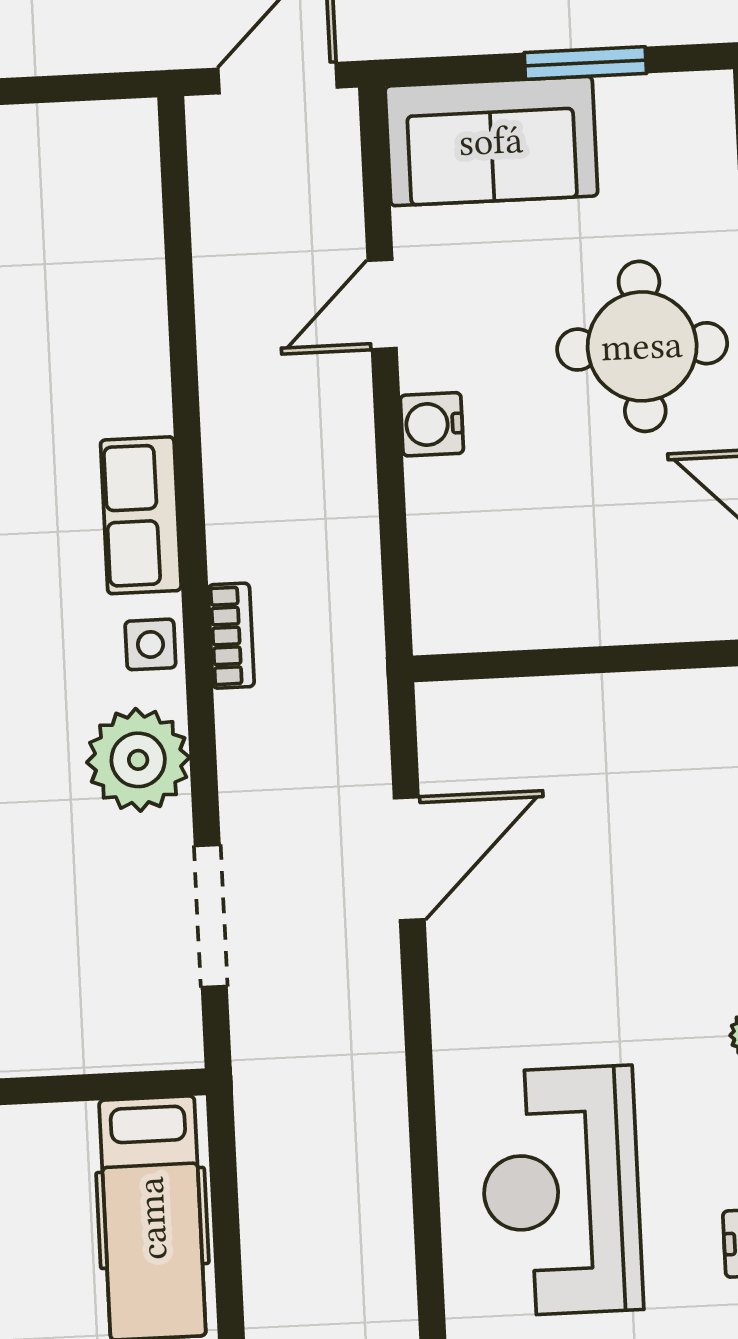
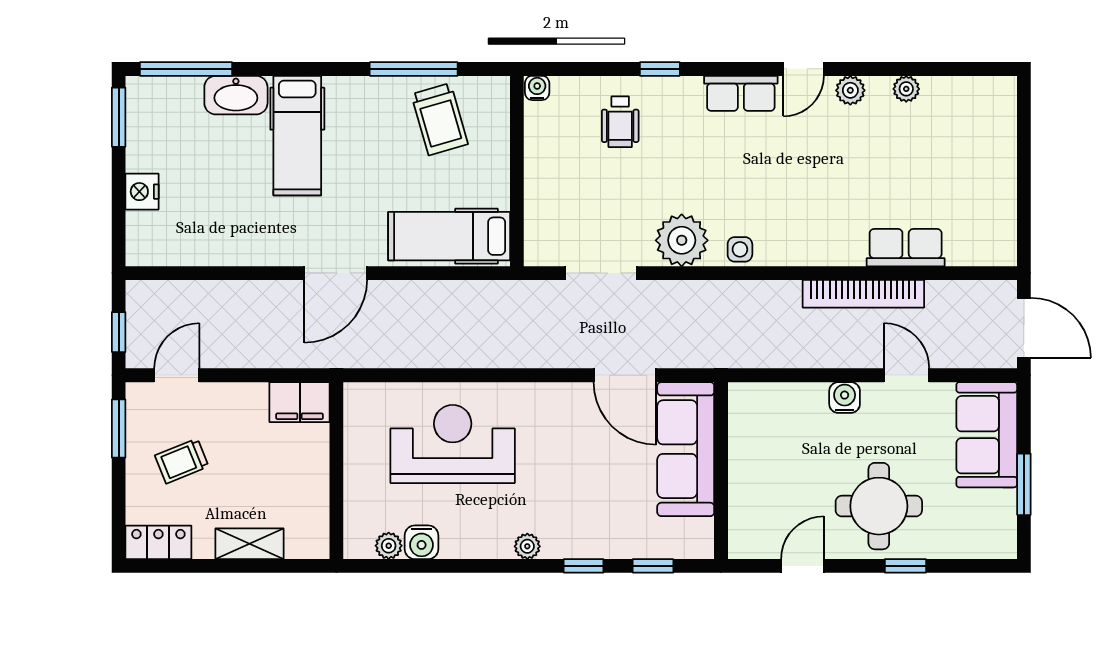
row of seats: (141, 515) -> (906, 248), moved
bookcase: (231, 636) -> (863, 294), moved, width x2.31, depth x1.31
sofa: (549, 732) -> (686, 449), added

